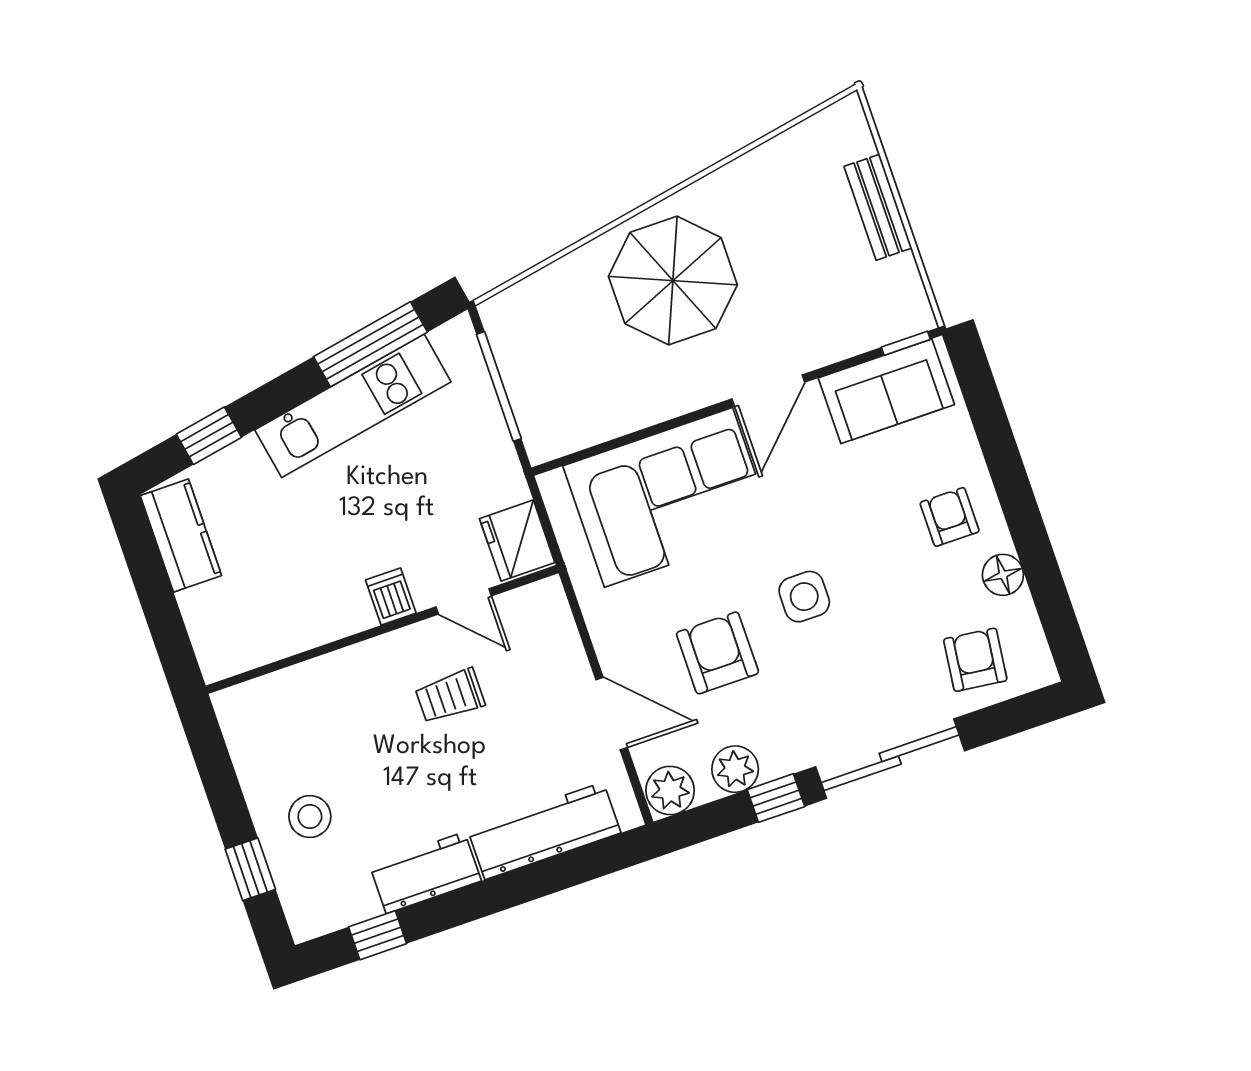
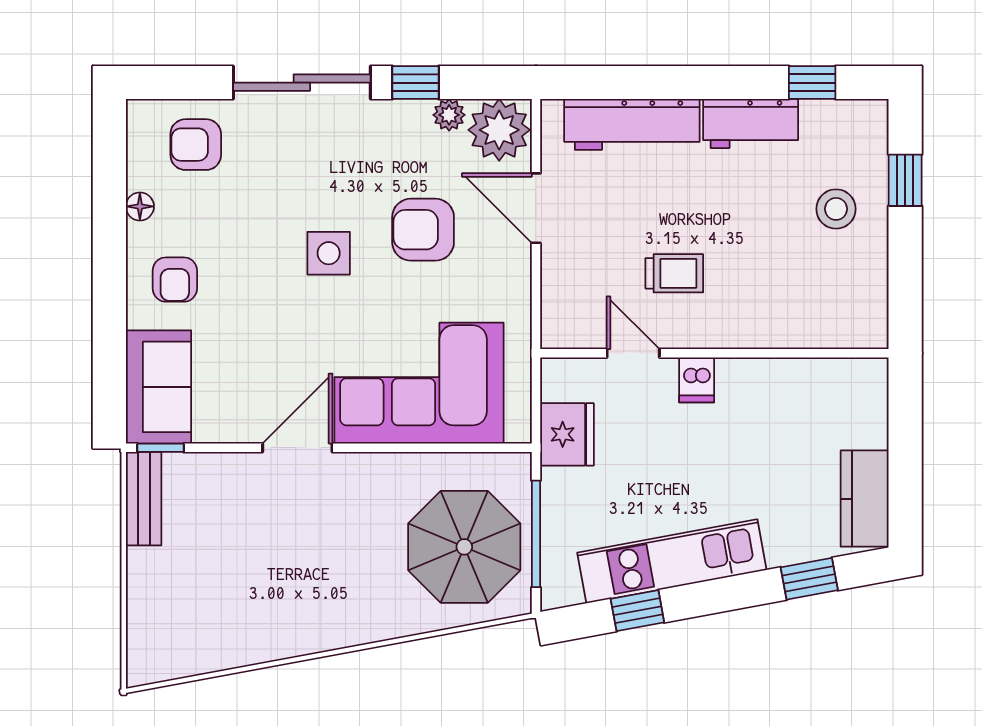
bench: (878, 207) -> (144, 499), moved
parasol: (673, 281) -> (464, 547), moved
window: (370, 344) -> (637, 611), width x0.46
sofa: (886, 391) -> (159, 387), moved, turned 90
fridge: (517, 541) -> (567, 434), moved
floor lamp: (1003, 575) -> (140, 206), width x0.73, depth x0.73
armchair: (717, 653) -> (423, 230), turned 90
armchair: (975, 660) -> (196, 145), turned 83
plant: (735, 769) -> (449, 115), width x0.73, depth x0.73
plant: (670, 791) -> (499, 130), width x1.36, depth x1.36

